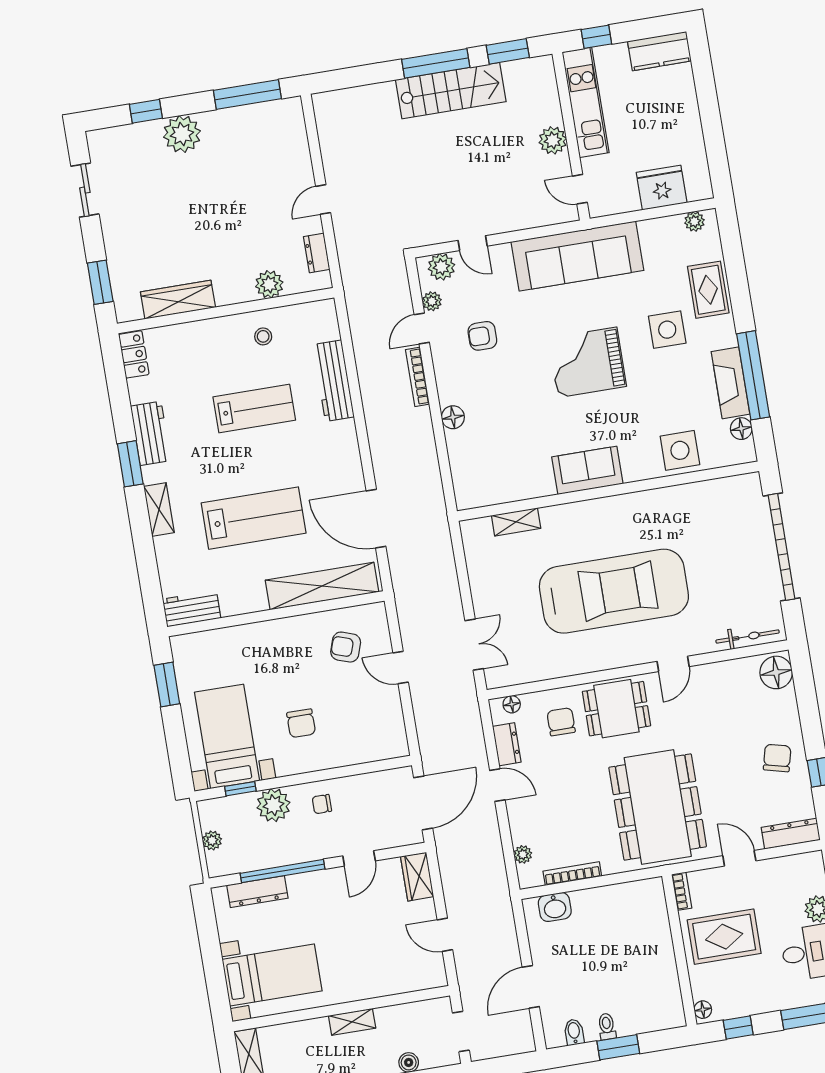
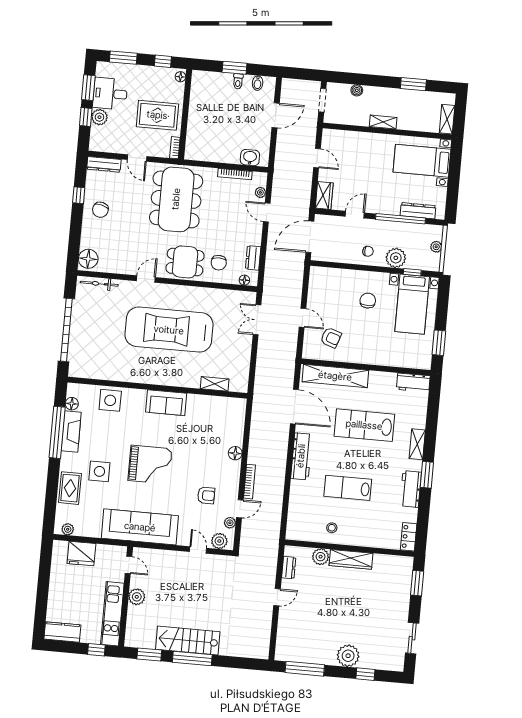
wardrobe: (178, 300) -> (351, 559), moved
workbench: (333, 381) -> (301, 456), moved
door: (497, 785) -> (267, 212), moved

